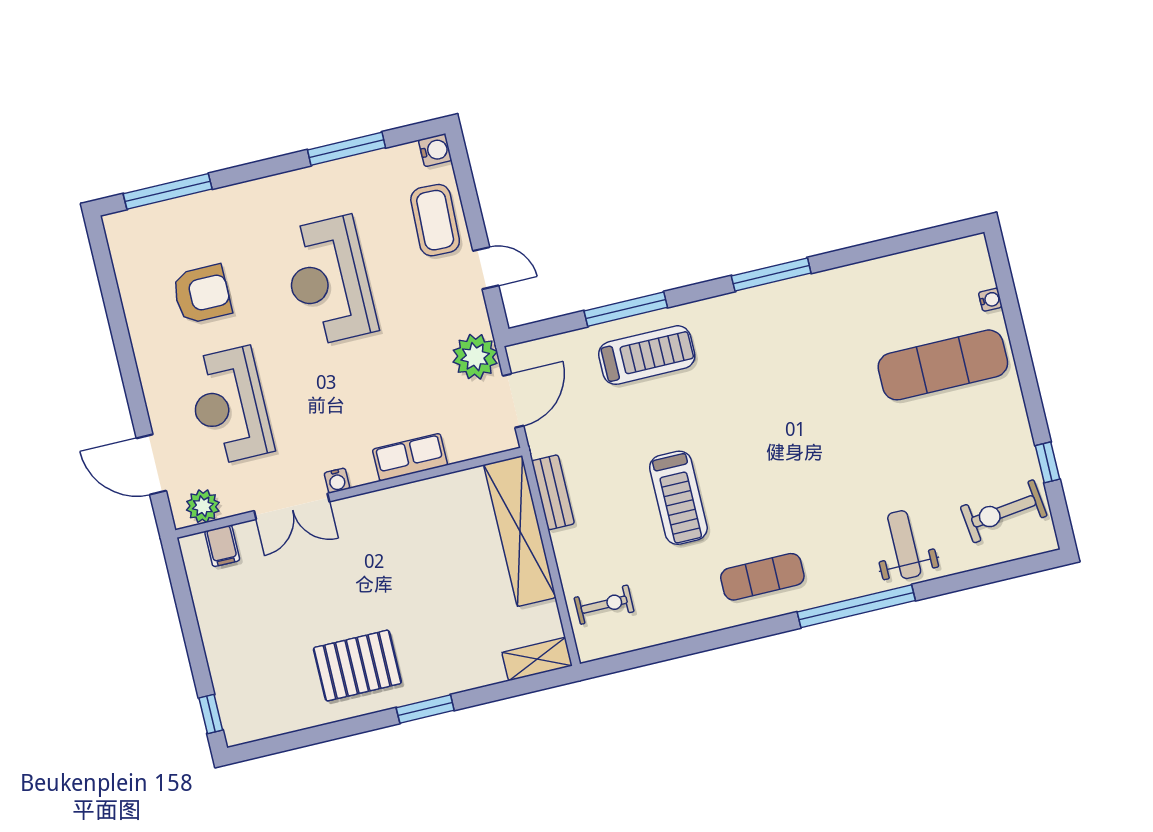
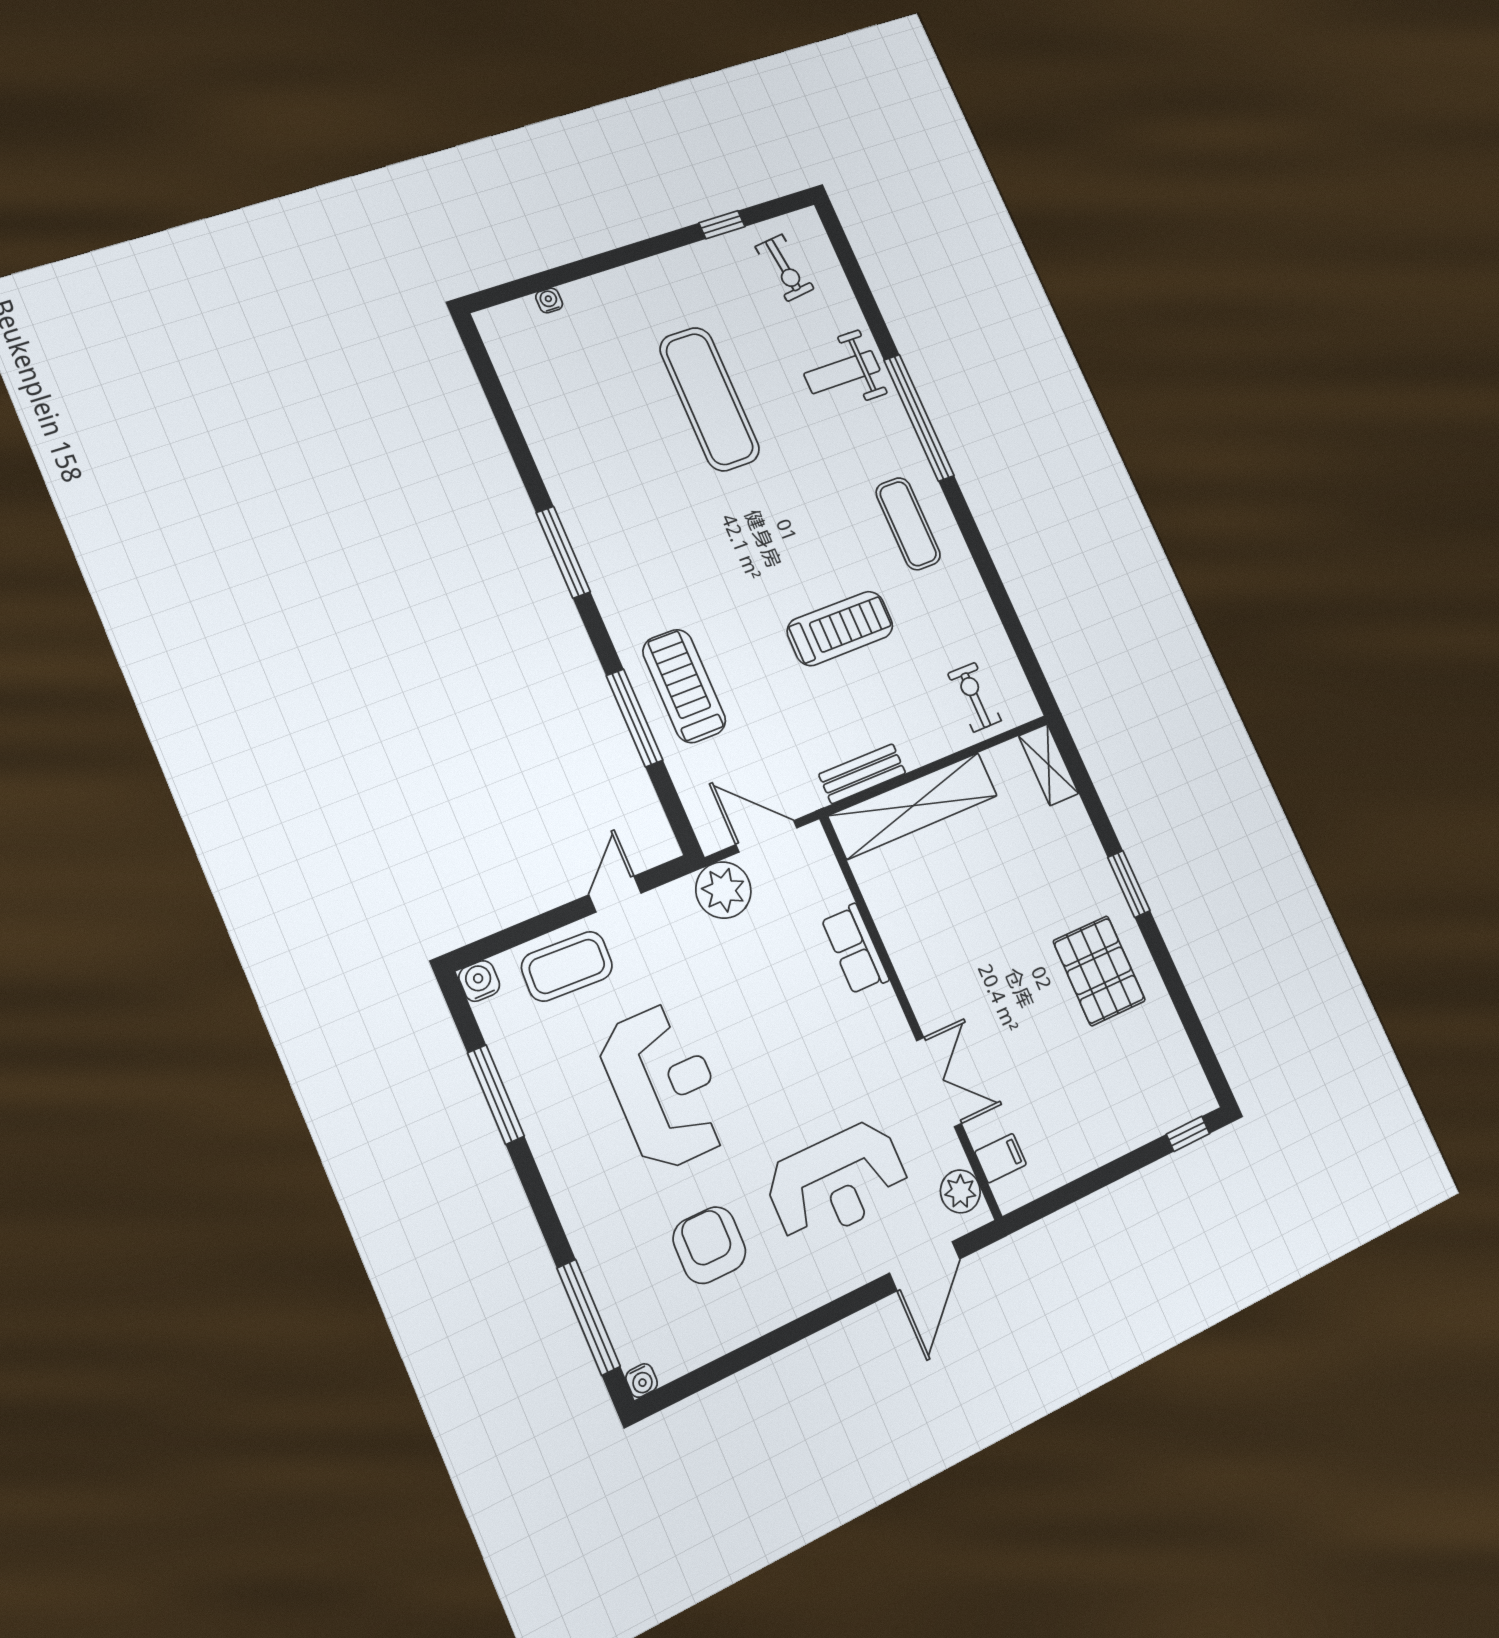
reception desk: (329, 281) -> (665, 1086), turned -90
exercise mat: (943, 365) -> (710, 399), moved
water cooler: (337, 481) -> (642, 1380), moved, turned 90
exercise bike: (1004, 511) -> (785, 268), width x0.73, depth x0.72

